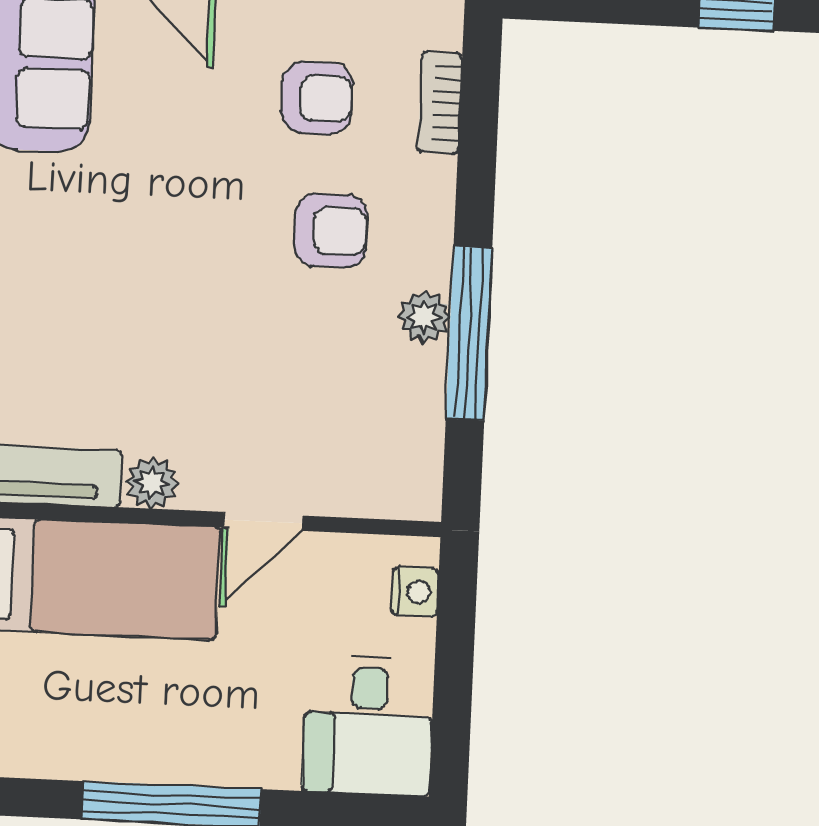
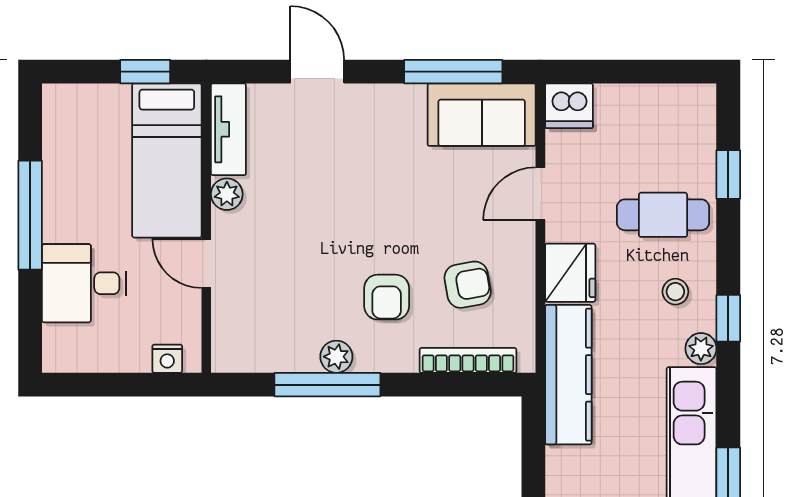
armchair: (317, 98) -> (468, 285), turned -100
bookcase: (440, 103) -> (468, 360), width x1.56
desk: (368, 725) -> (84, 283), moved

